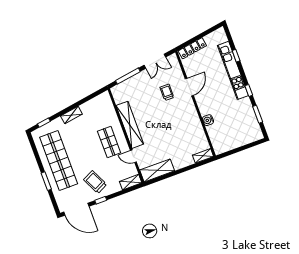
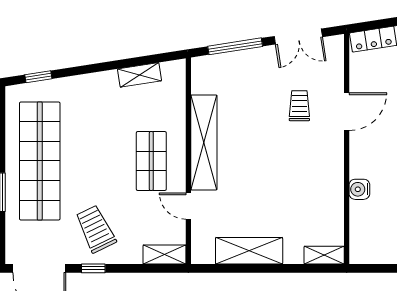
shelving: (71, 115) -> (139, 75), moved
shelving: (157, 170) -> (249, 251), moved

